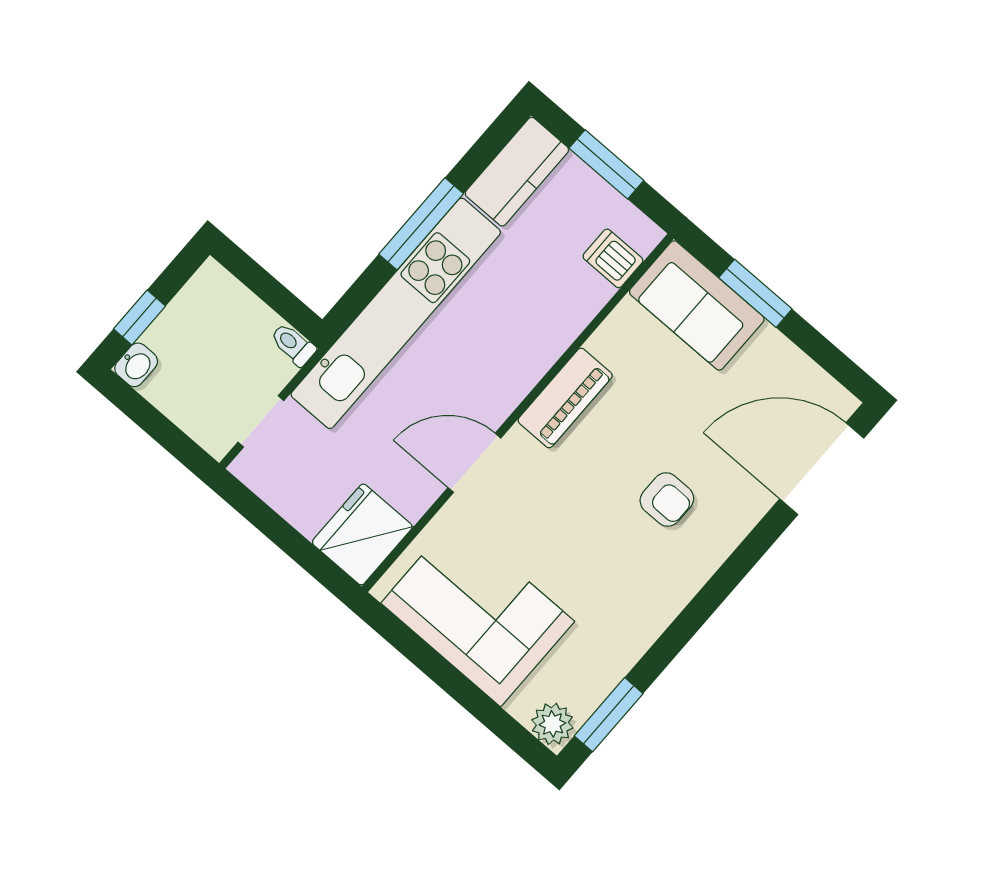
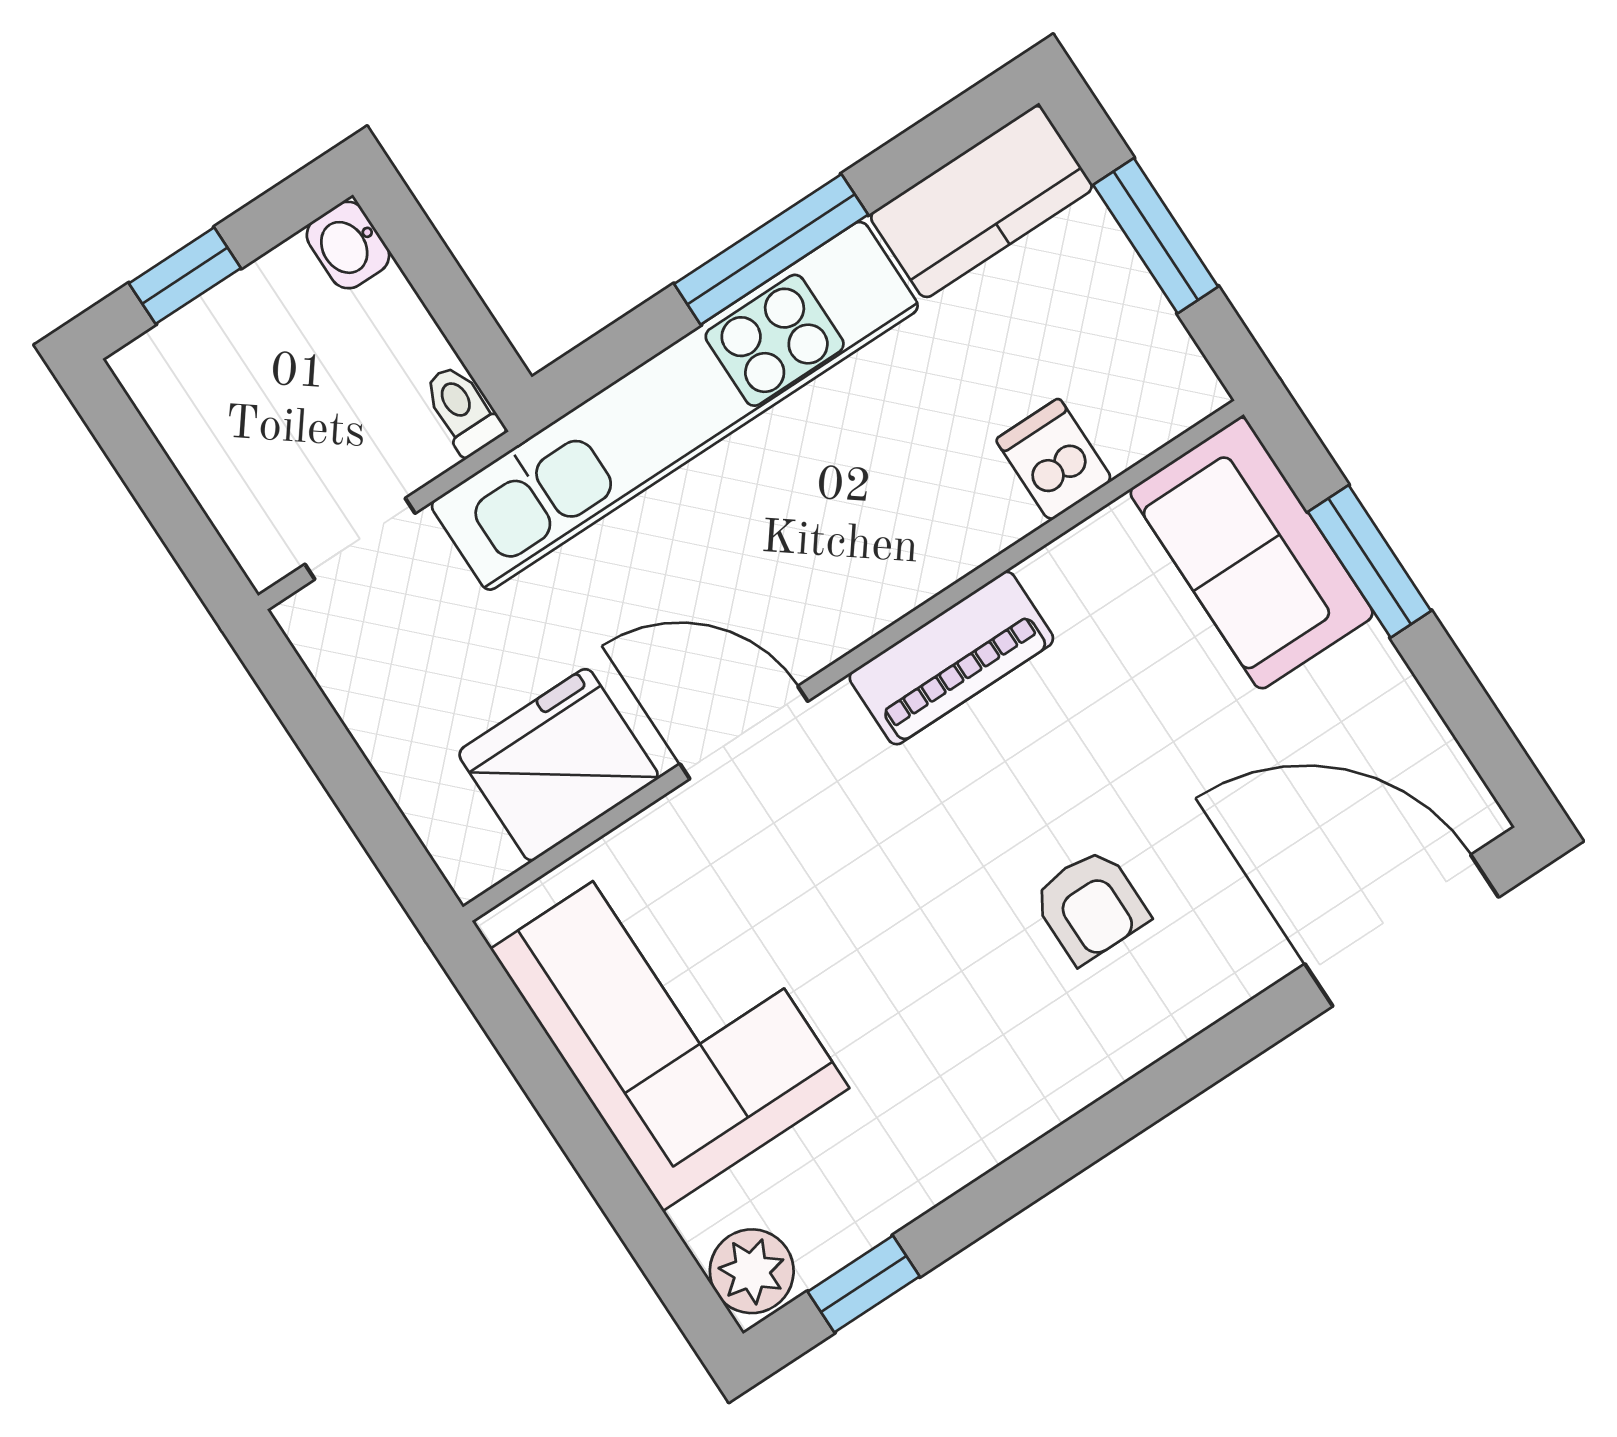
dishwasher: (613, 258) -> (1054, 460), moved
washbasin: (136, 365) -> (348, 245), moved, turned 90
fridge: (362, 534) -> (559, 765), moved
window: (609, 715) -> (864, 1284), width x0.67

